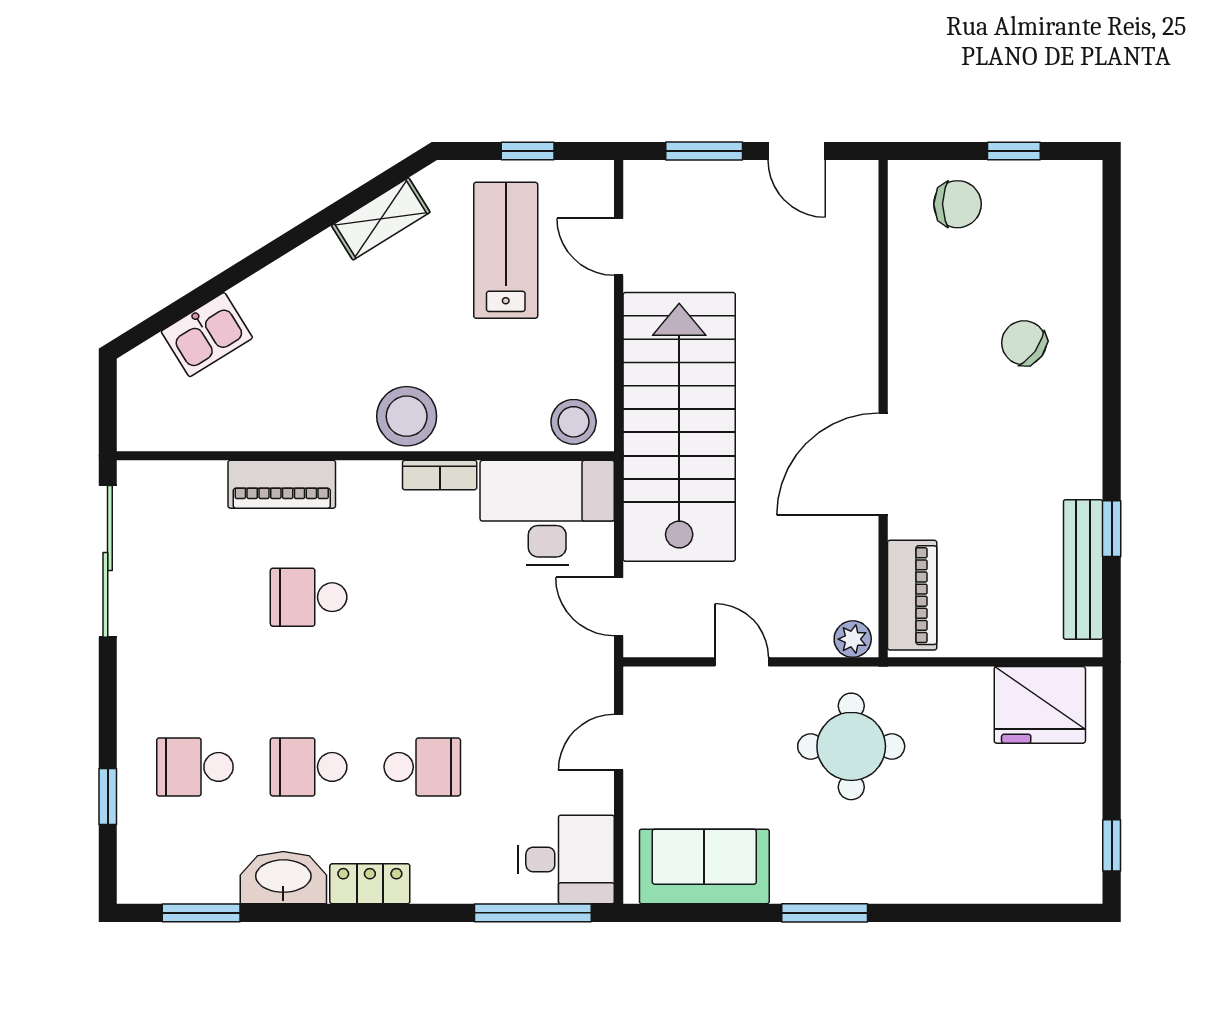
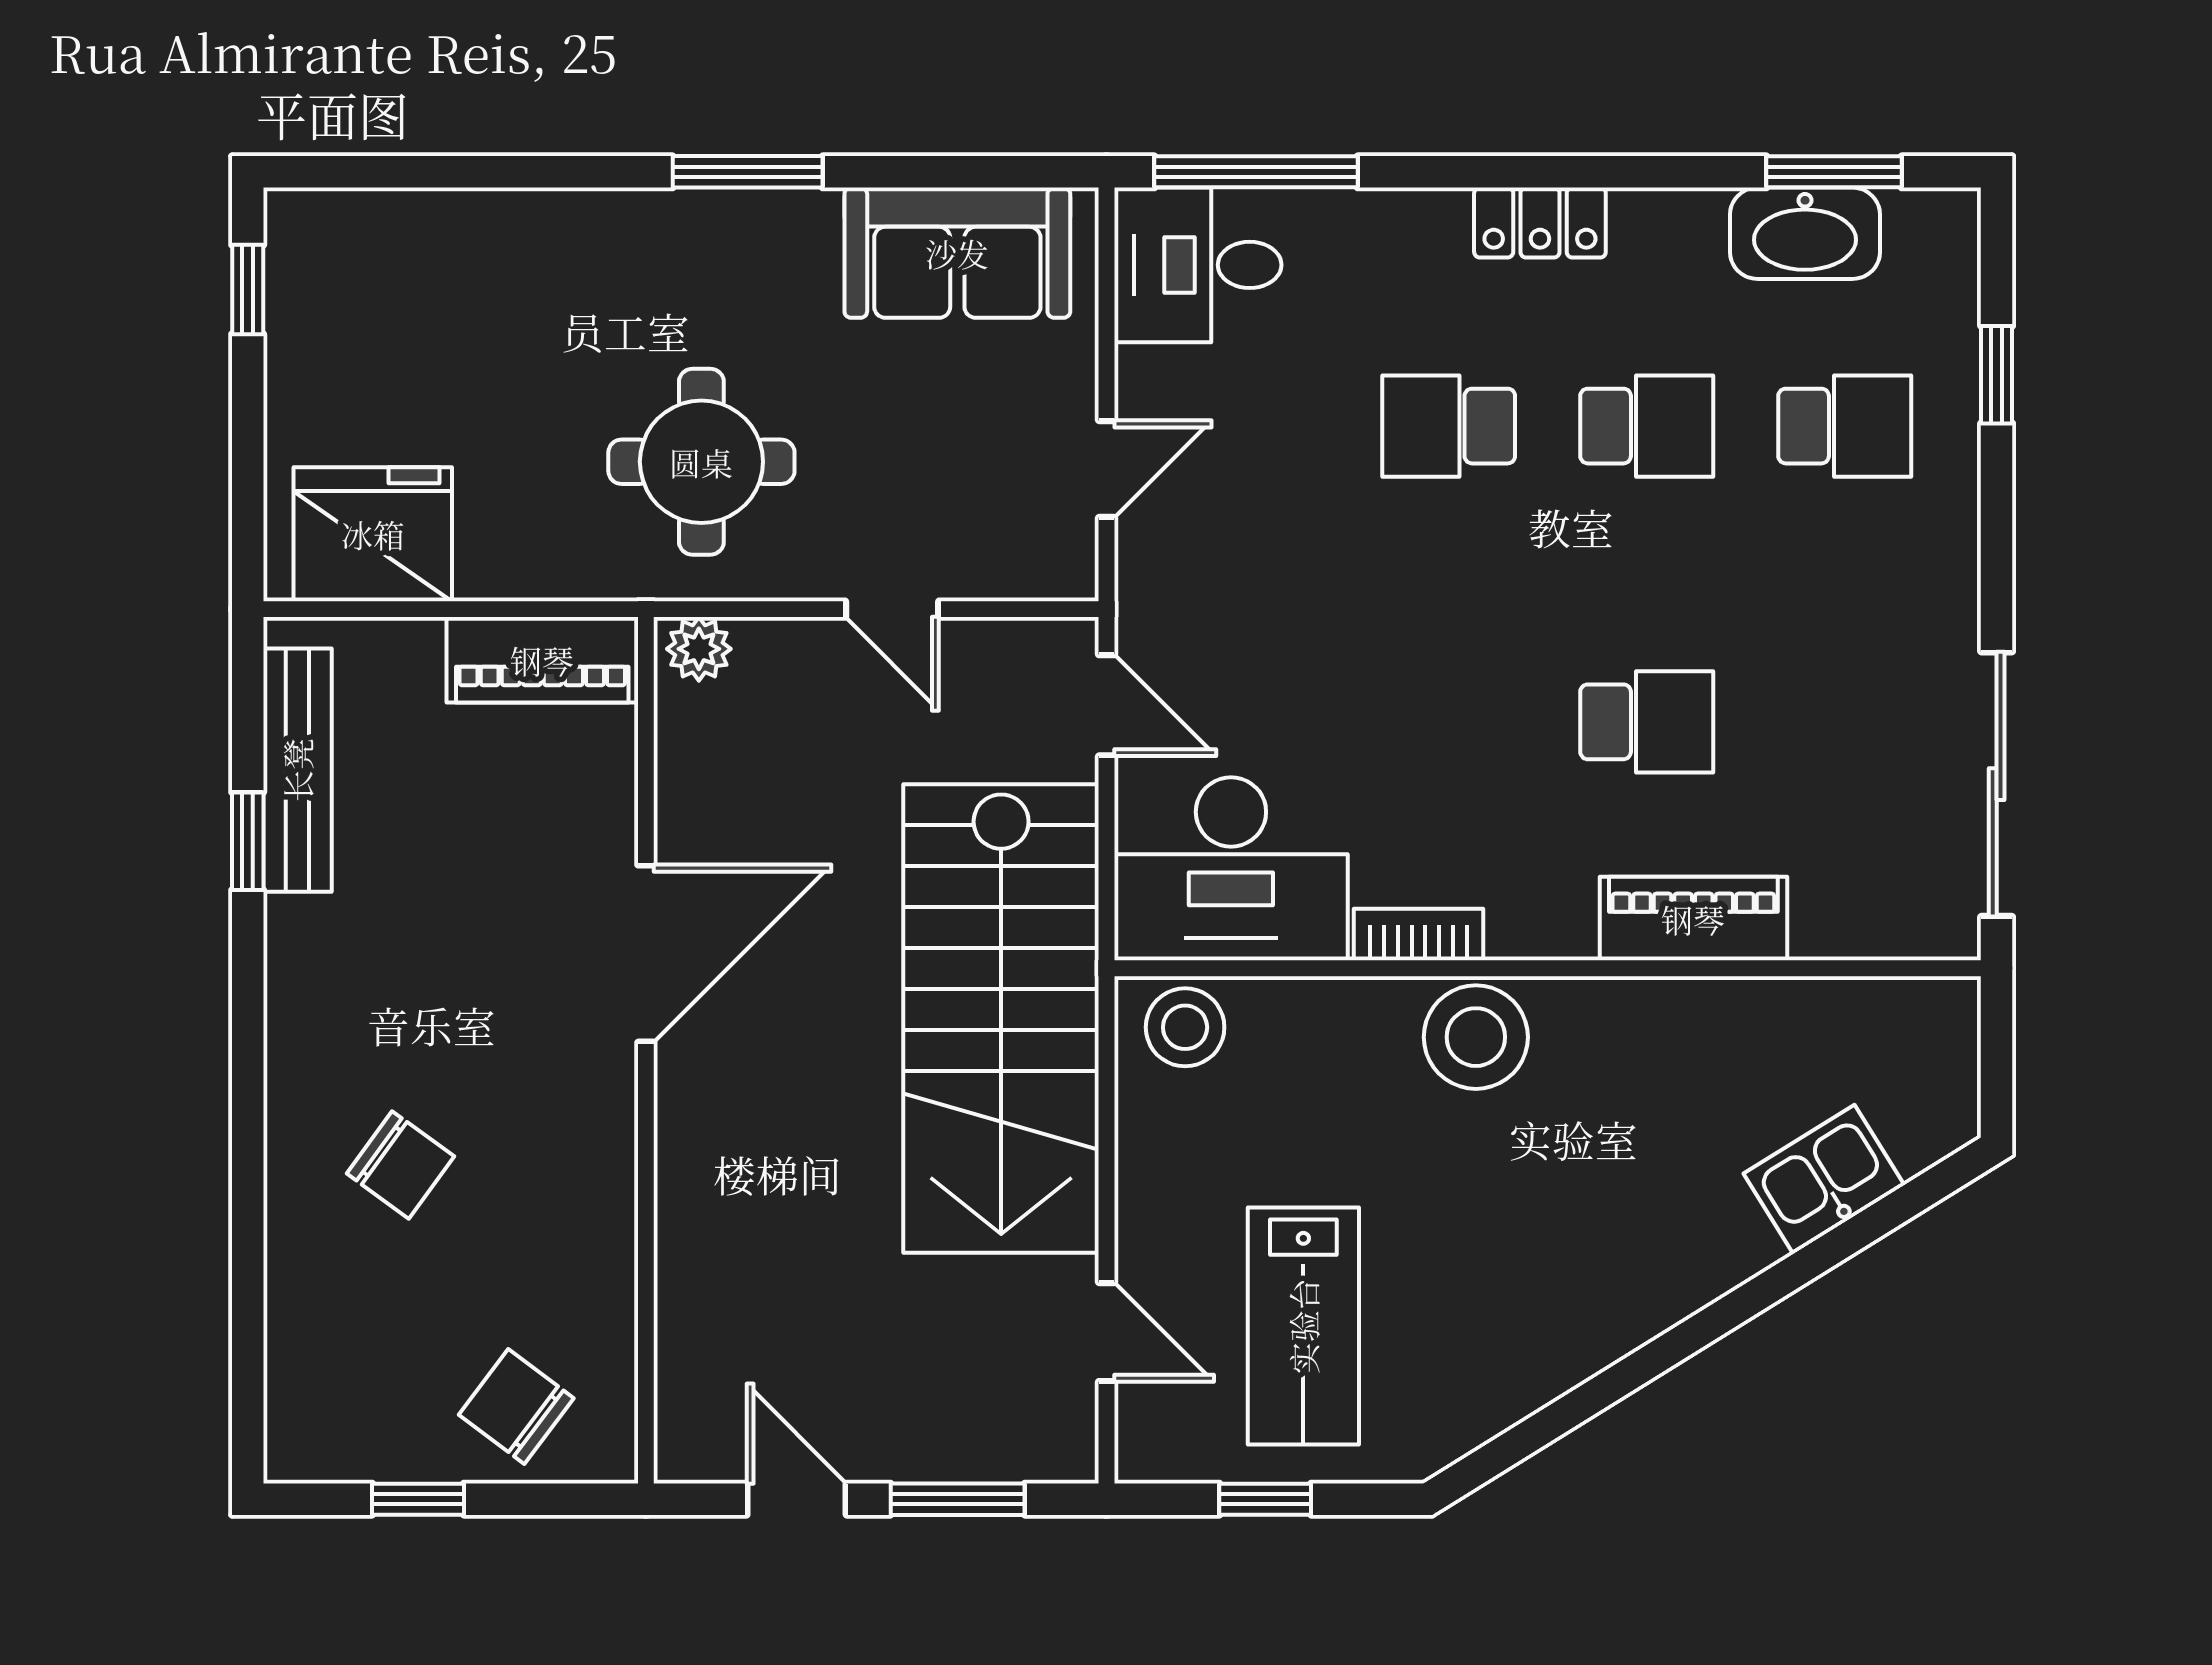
chair: (957, 204) -> (516, 1406), turned 37
shelving: (381, 219) -> (1521, 1381), removed
piano: (912, 595) -> (542, 660), moved, turned -90
washbasin: (283, 878) -> (1805, 233), moved

